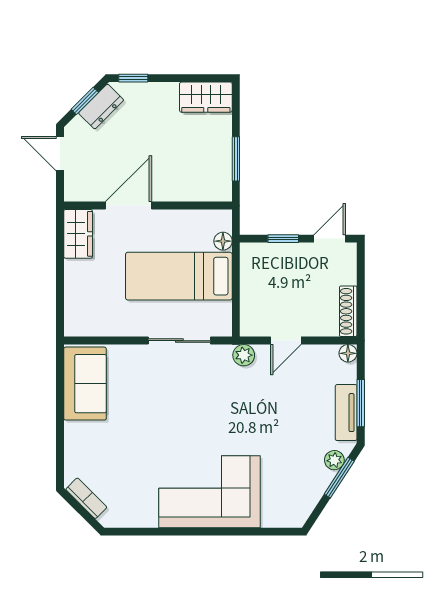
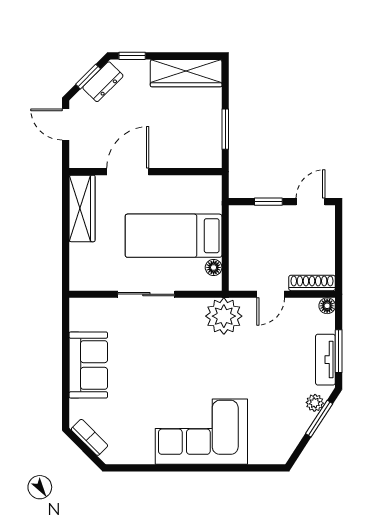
wardrobe: (206, 97) -> (186, 73), width x1.50
wardrobe: (78, 234) -> (82, 208), width x1.50
floor lamp: (223, 241) -> (214, 267), moved
shoe rack: (348, 311) -> (312, 283), moved, turned 90
sliding door: (179, 341) -> (146, 294), moved
plant: (244, 355) -> (224, 316), width x1.87, depth x1.87
sofa: (85, 384) -> (88, 365), moved

